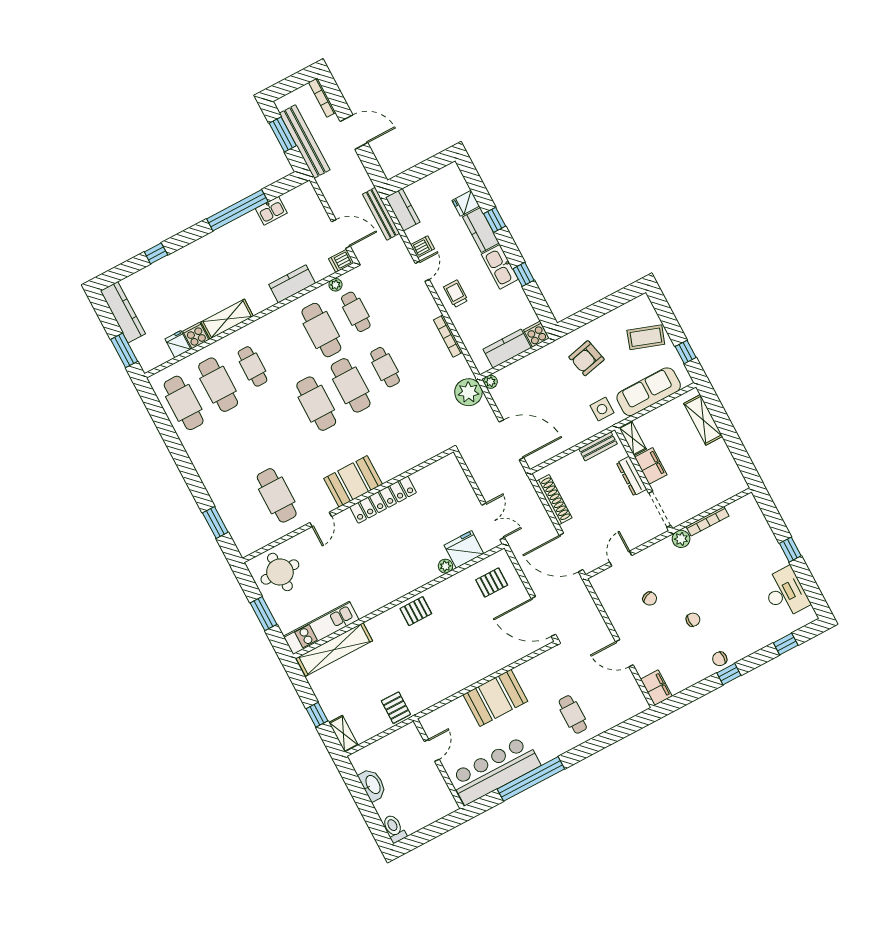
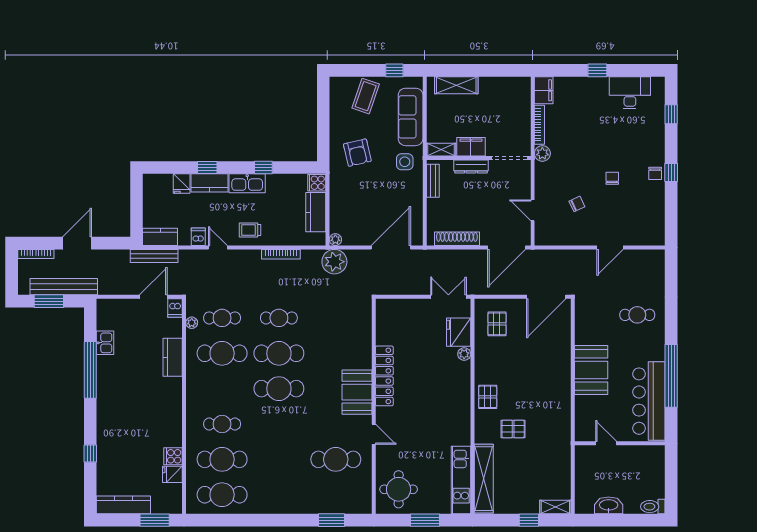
shelving: (227, 319) -> (173, 424), removed
filing cabinet: (656, 688) -> (544, 90), moved, turned 90
pallet: (396, 708) -> (513, 429), moved

